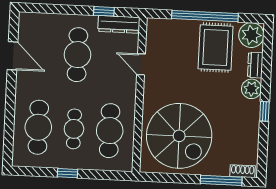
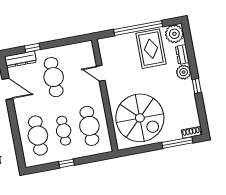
window: (104, 11) -> (32, 48), moved
dresser: (119, 24) -> (20, 59), moved

